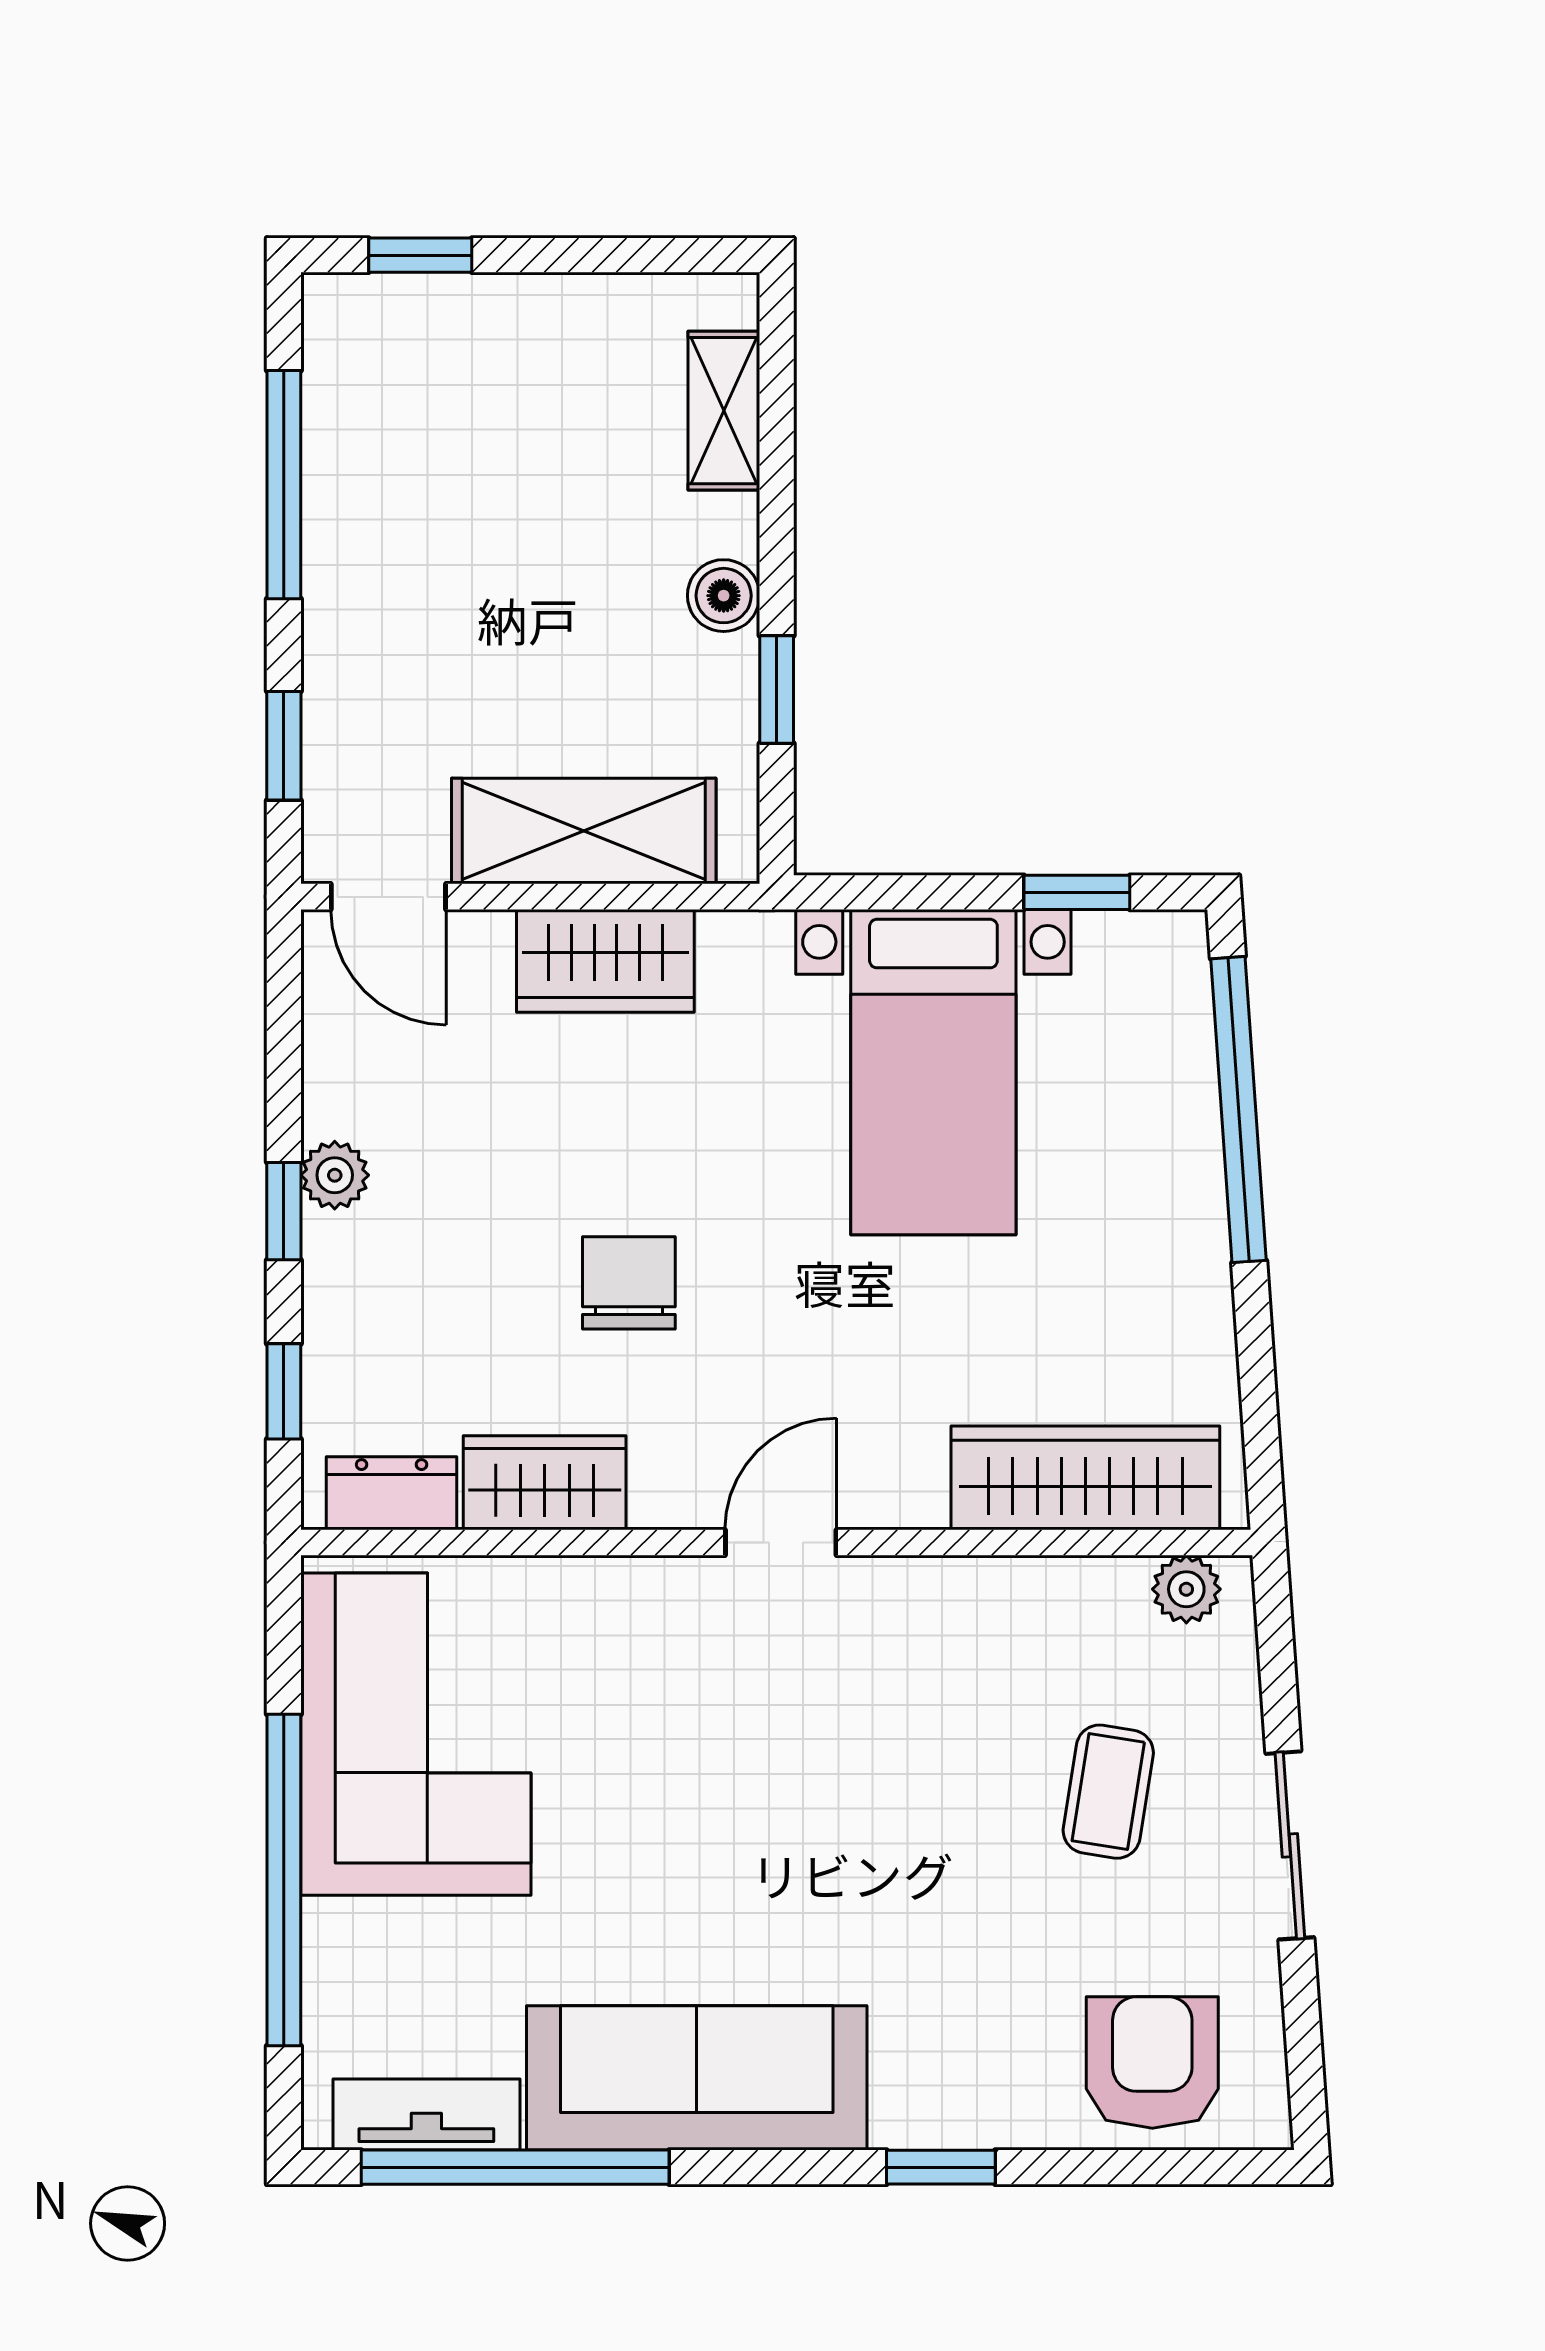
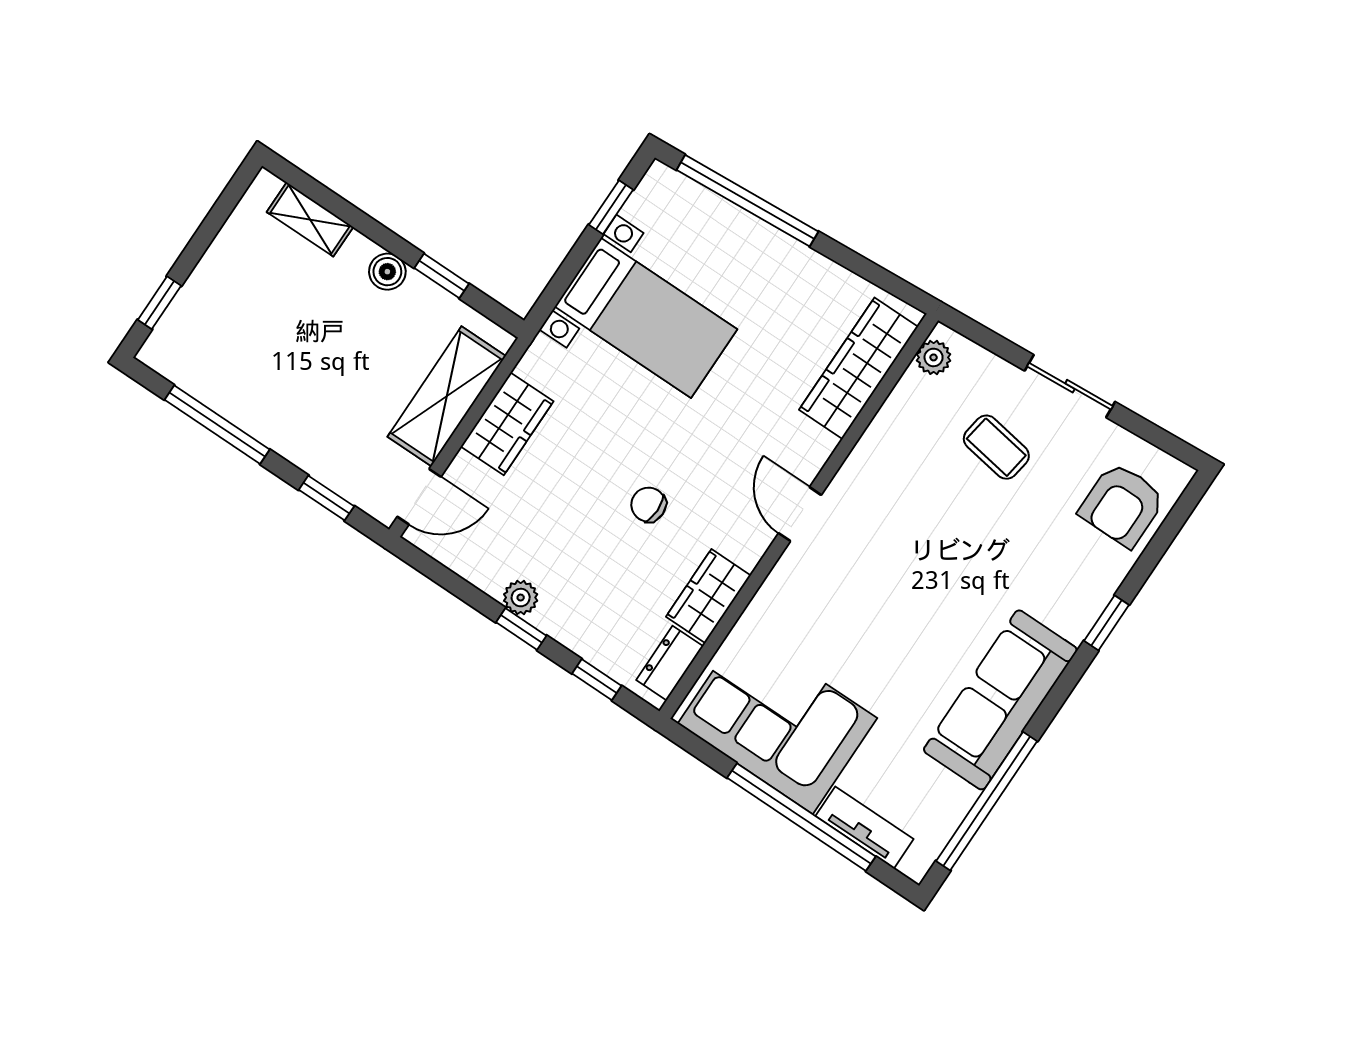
chair: (629, 1283) -> (648, 505), width x0.73, depth x0.73
armchair: (1152, 2062) -> (1122, 505), turned -90
tv unit: (426, 2114) -> (865, 828), moved, turned 90

